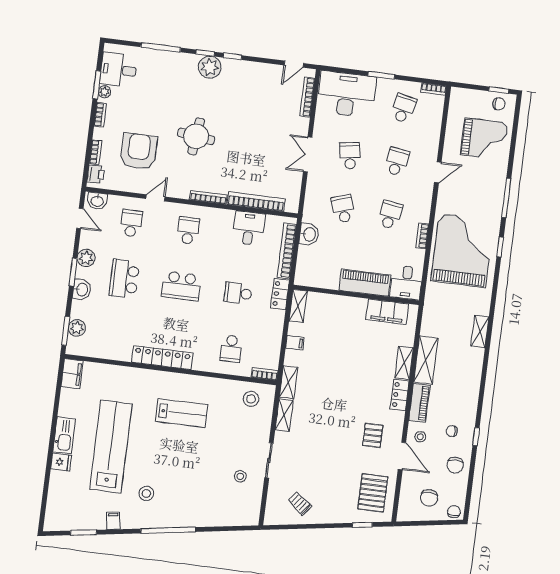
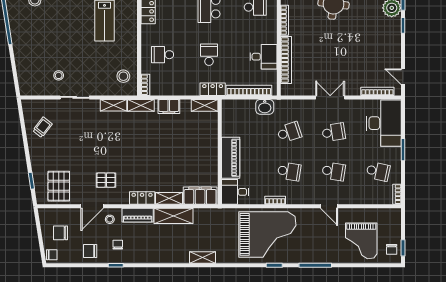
filing cabinet: (387, 312) -> (200, 196), moved, turned 90
filing cabinet: (295, 343) -> (169, 106), width x2.00
pallet: (373, 493) -> (59, 186), turned 90

